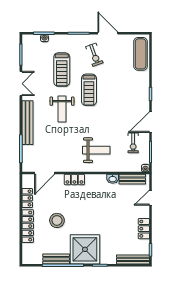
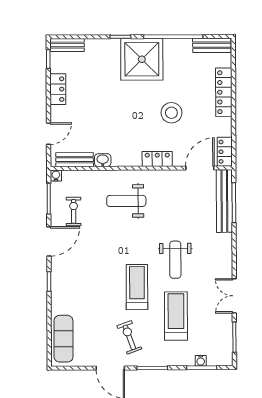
weight bench: (62, 109) -> (175, 260), turned 180
bench: (27, 123) -> (224, 201), moved
locker: (27, 198) -> (225, 152), moved
stool: (57, 220) -> (171, 113), moved
bench: (56, 259) -> (212, 45), moved
bench: (133, 259) -> (67, 45), width x0.73

